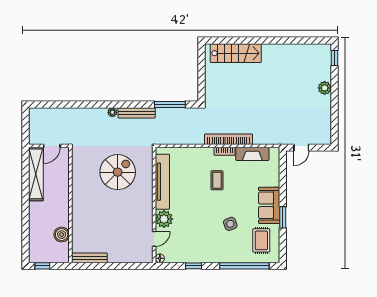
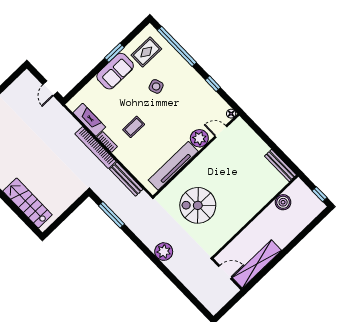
plant: (112, 112) -> (164, 252), width x1.88, depth x1.88
bench: (137, 113) -> (126, 179), moved
door: (301, 148) -> (50, 88), swing flipped

